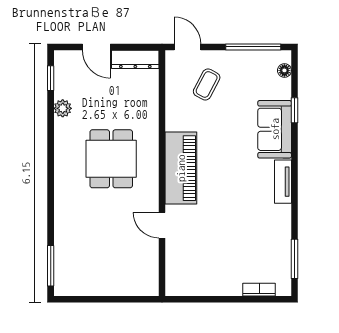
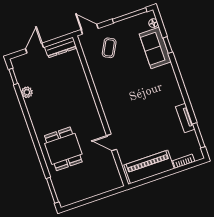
door: (96, 47) -> (34, 48), swing flipped
sofa: (275, 129) -> (155, 48), moved
dining table: (111, 159) -> (63, 149), moved
piano: (181, 168) -> (149, 167), moved, turned -90
tv unit: (283, 182) -> (185, 118), moved

